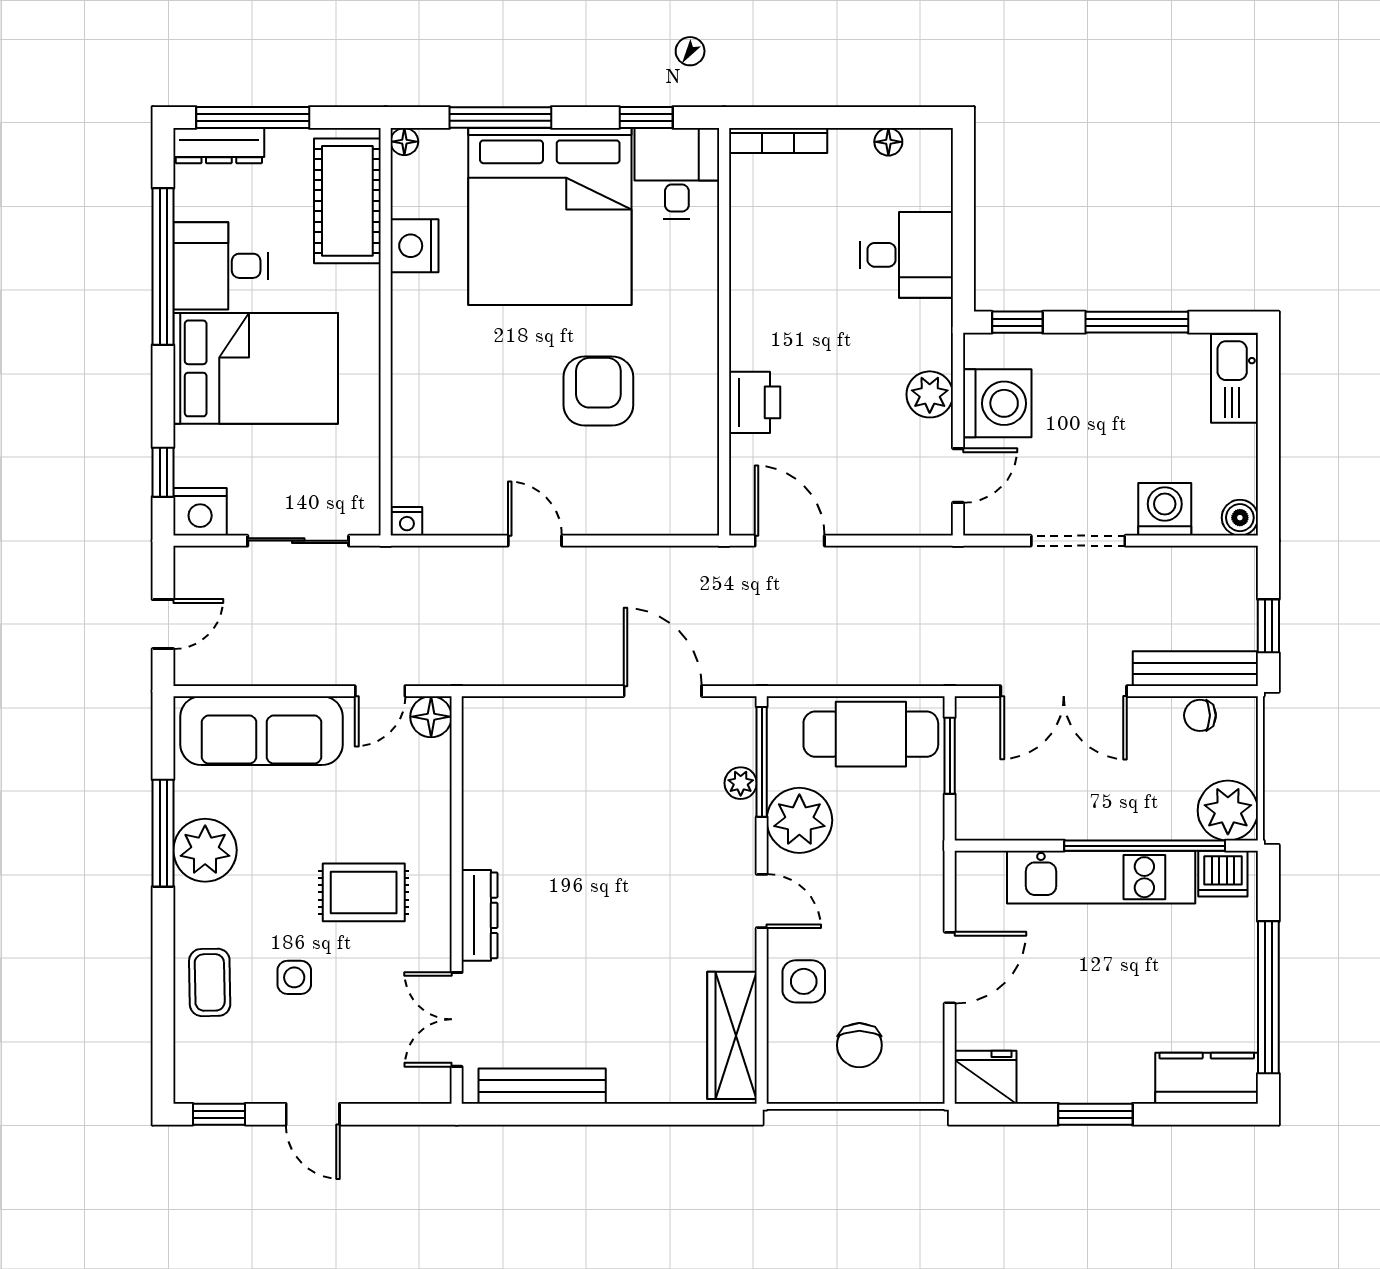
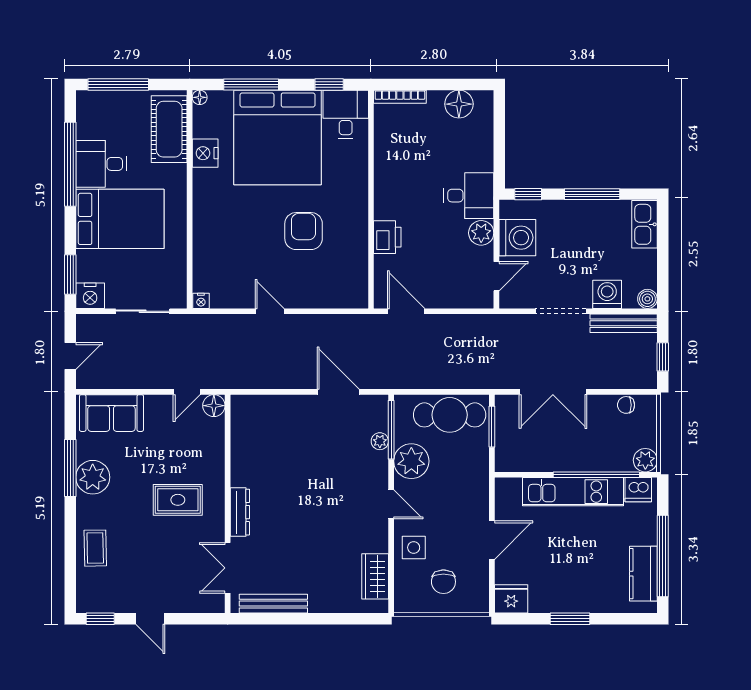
floor lamp: (888, 142) -> (459, 104), width x1.89, depth x1.89
dresser: (219, 146) -> (100, 100), removed
desk: (907, 255) -> (469, 196), moved
window: (163, 472) -> (70, 275), width x1.50
bench: (1195, 669) -> (624, 323), moved
sofa: (261, 731) -> (111, 413), width x0.73
plant: (1228, 811) -> (645, 460), width x0.73, depth x0.73
side table: (294, 977) -> (141, 545), removed
wardrobe: (732, 1035) -> (375, 576), width x0.67
kitchen counter: (1207, 1078) -> (643, 574), moved, turned -90

